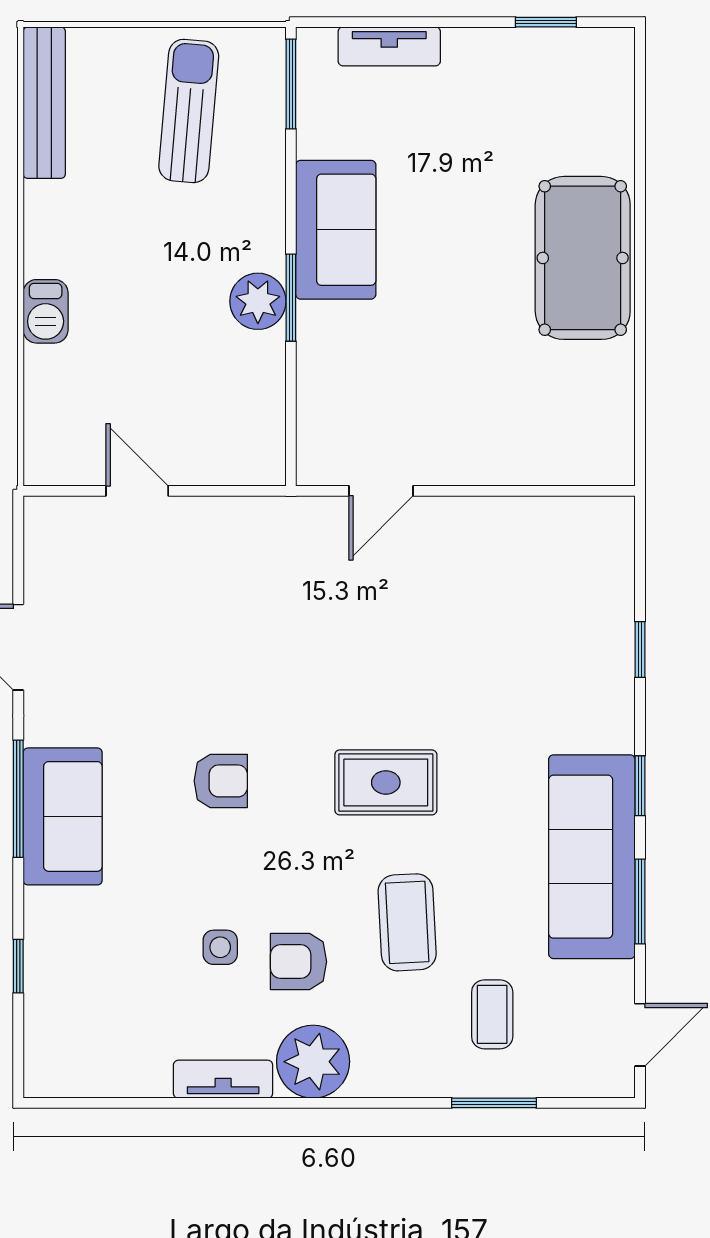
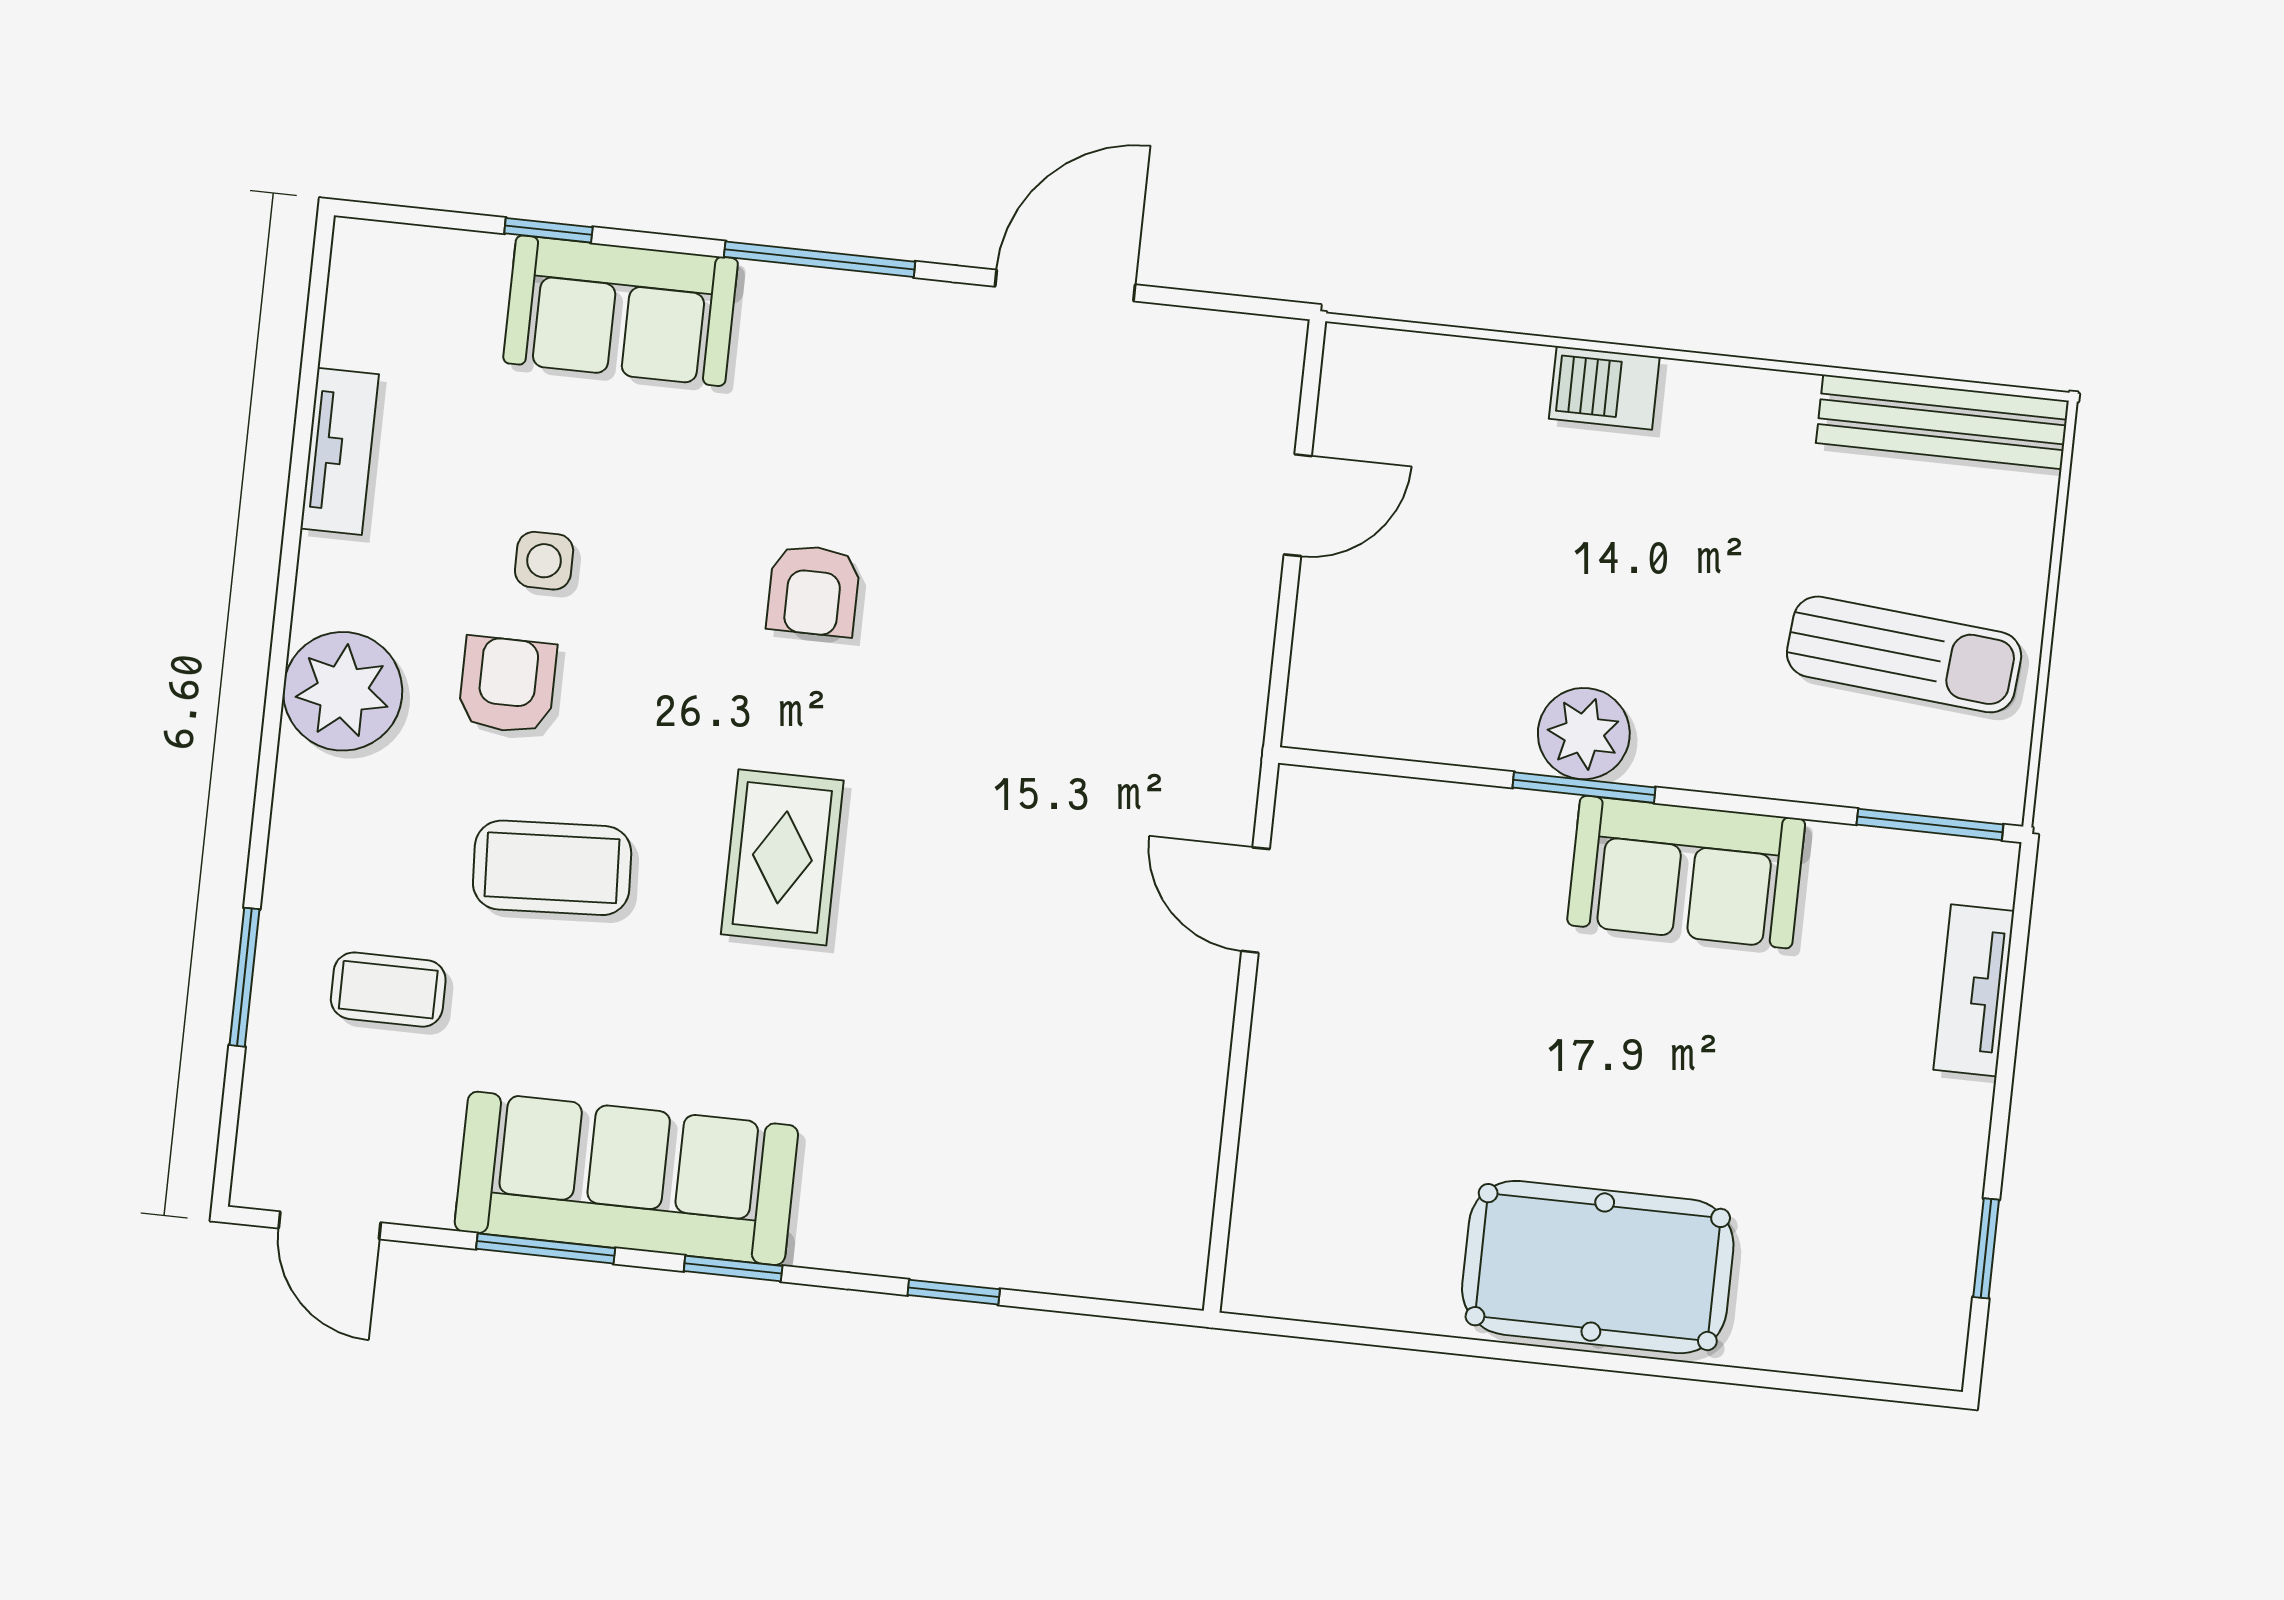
sofa: (63, 816) -> (621, 311), moved
tv unit: (223, 1079) -> (340, 451), moved

